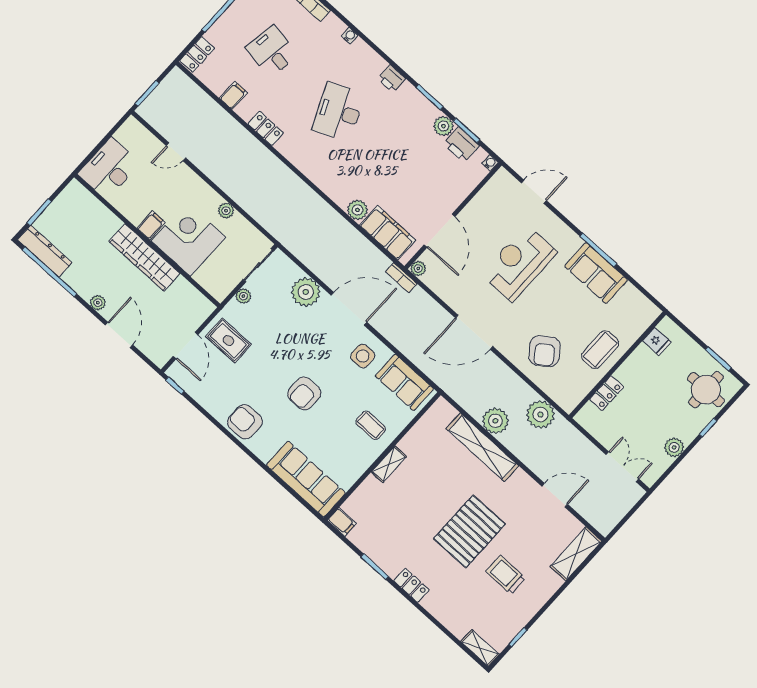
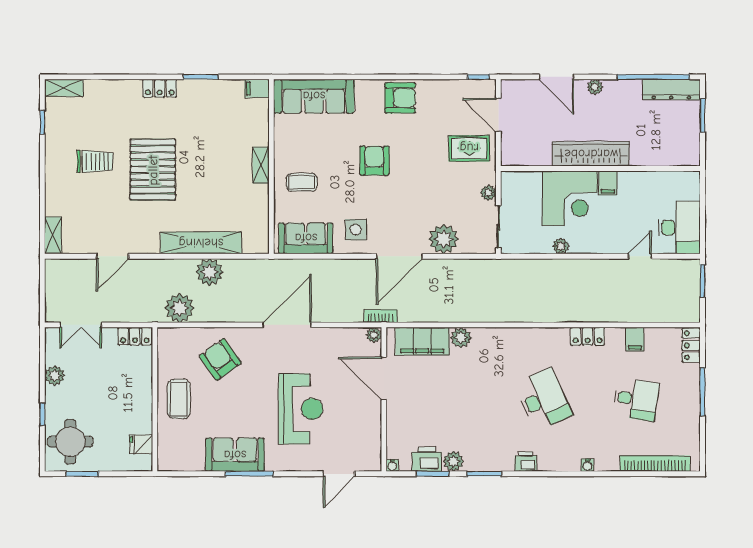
desk: (109, 168) -> (679, 228), moved
locker: (607, 393) -> (135, 336), moved, turned -90
shelving: (576, 554) -> (53, 235), width x0.67, depth x0.75

